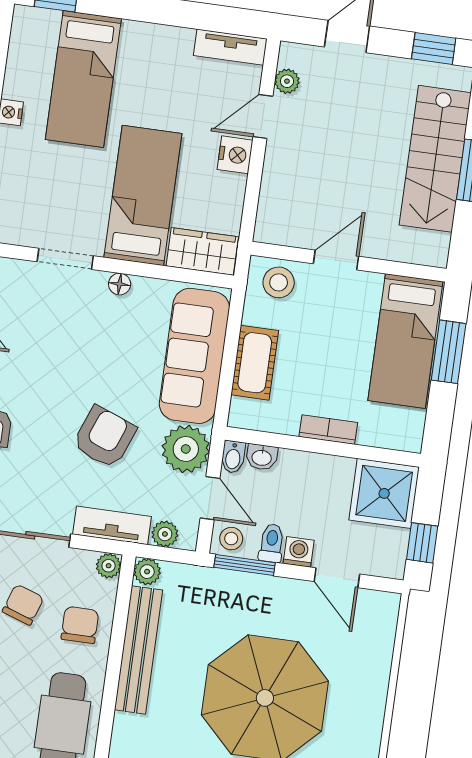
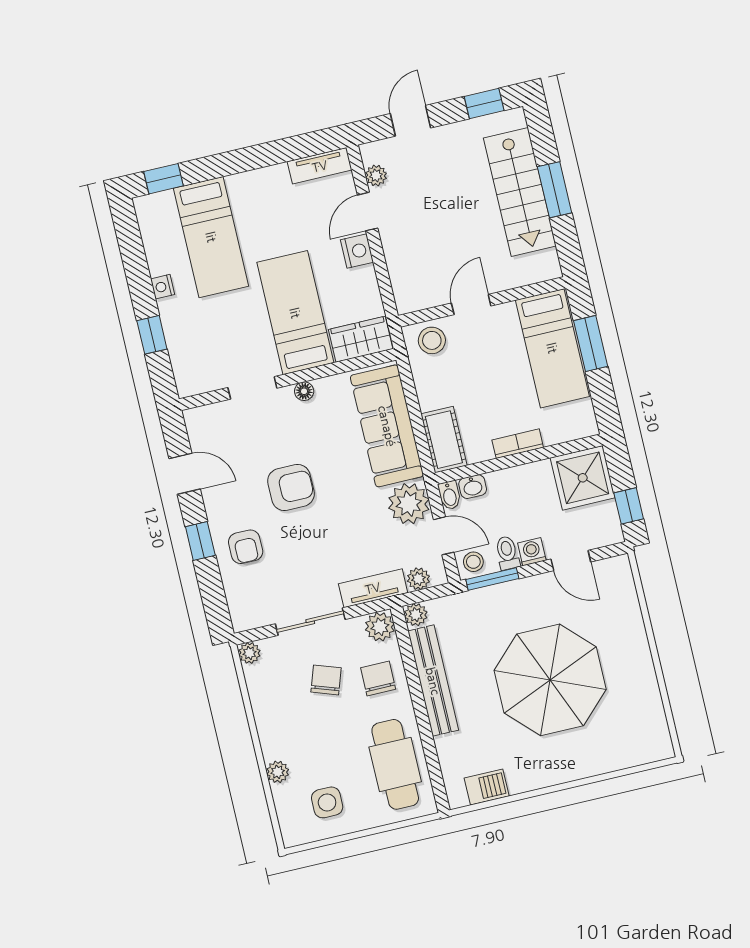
cot: (255, 363) -> (444, 440), moved
armchair: (104, 437) -> (291, 488), moved, turned 69
plant: (109, 566) -> (380, 627), width x1.38, depth x1.38

